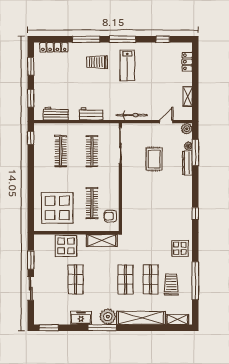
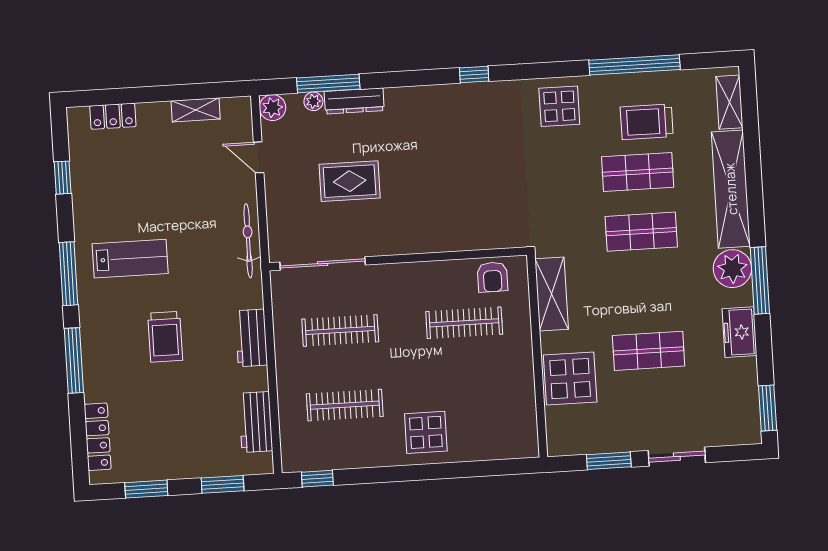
trolley: (97, 62) -> (165, 337), moved
display table: (57, 208) -> (426, 432), moved, width x0.54, depth x0.54

